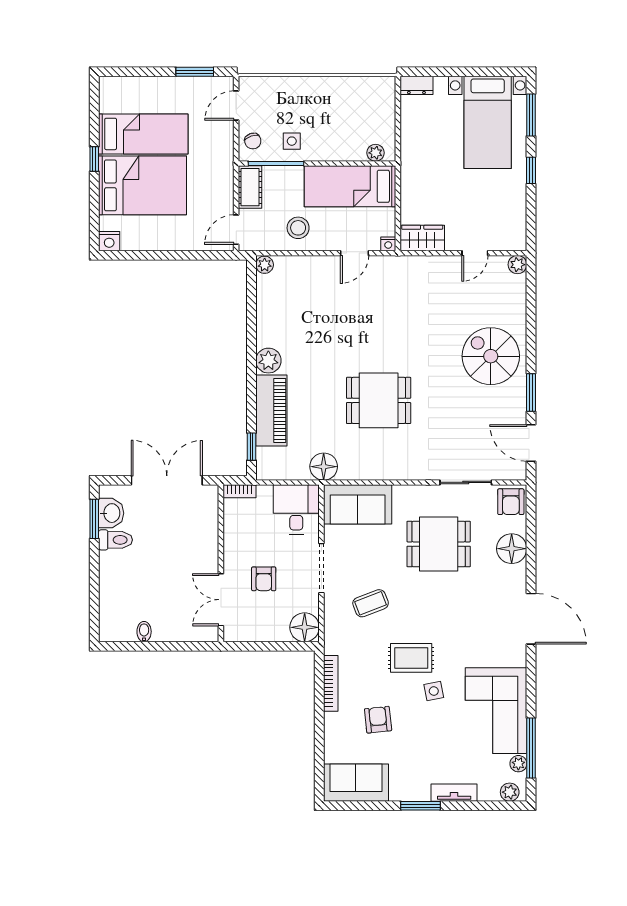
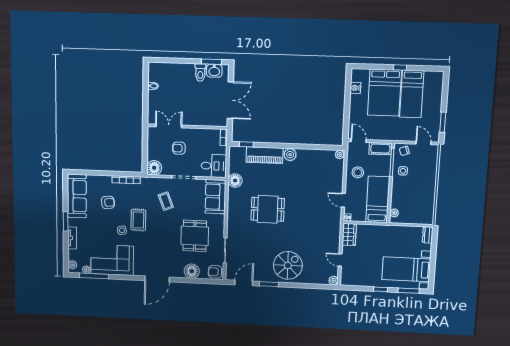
nightstand: (109, 241) -> (355, 88), moved
dining table: (379, 400) -> (268, 209), turned 90
sofa: (356, 783) -> (77, 196), width x1.36

